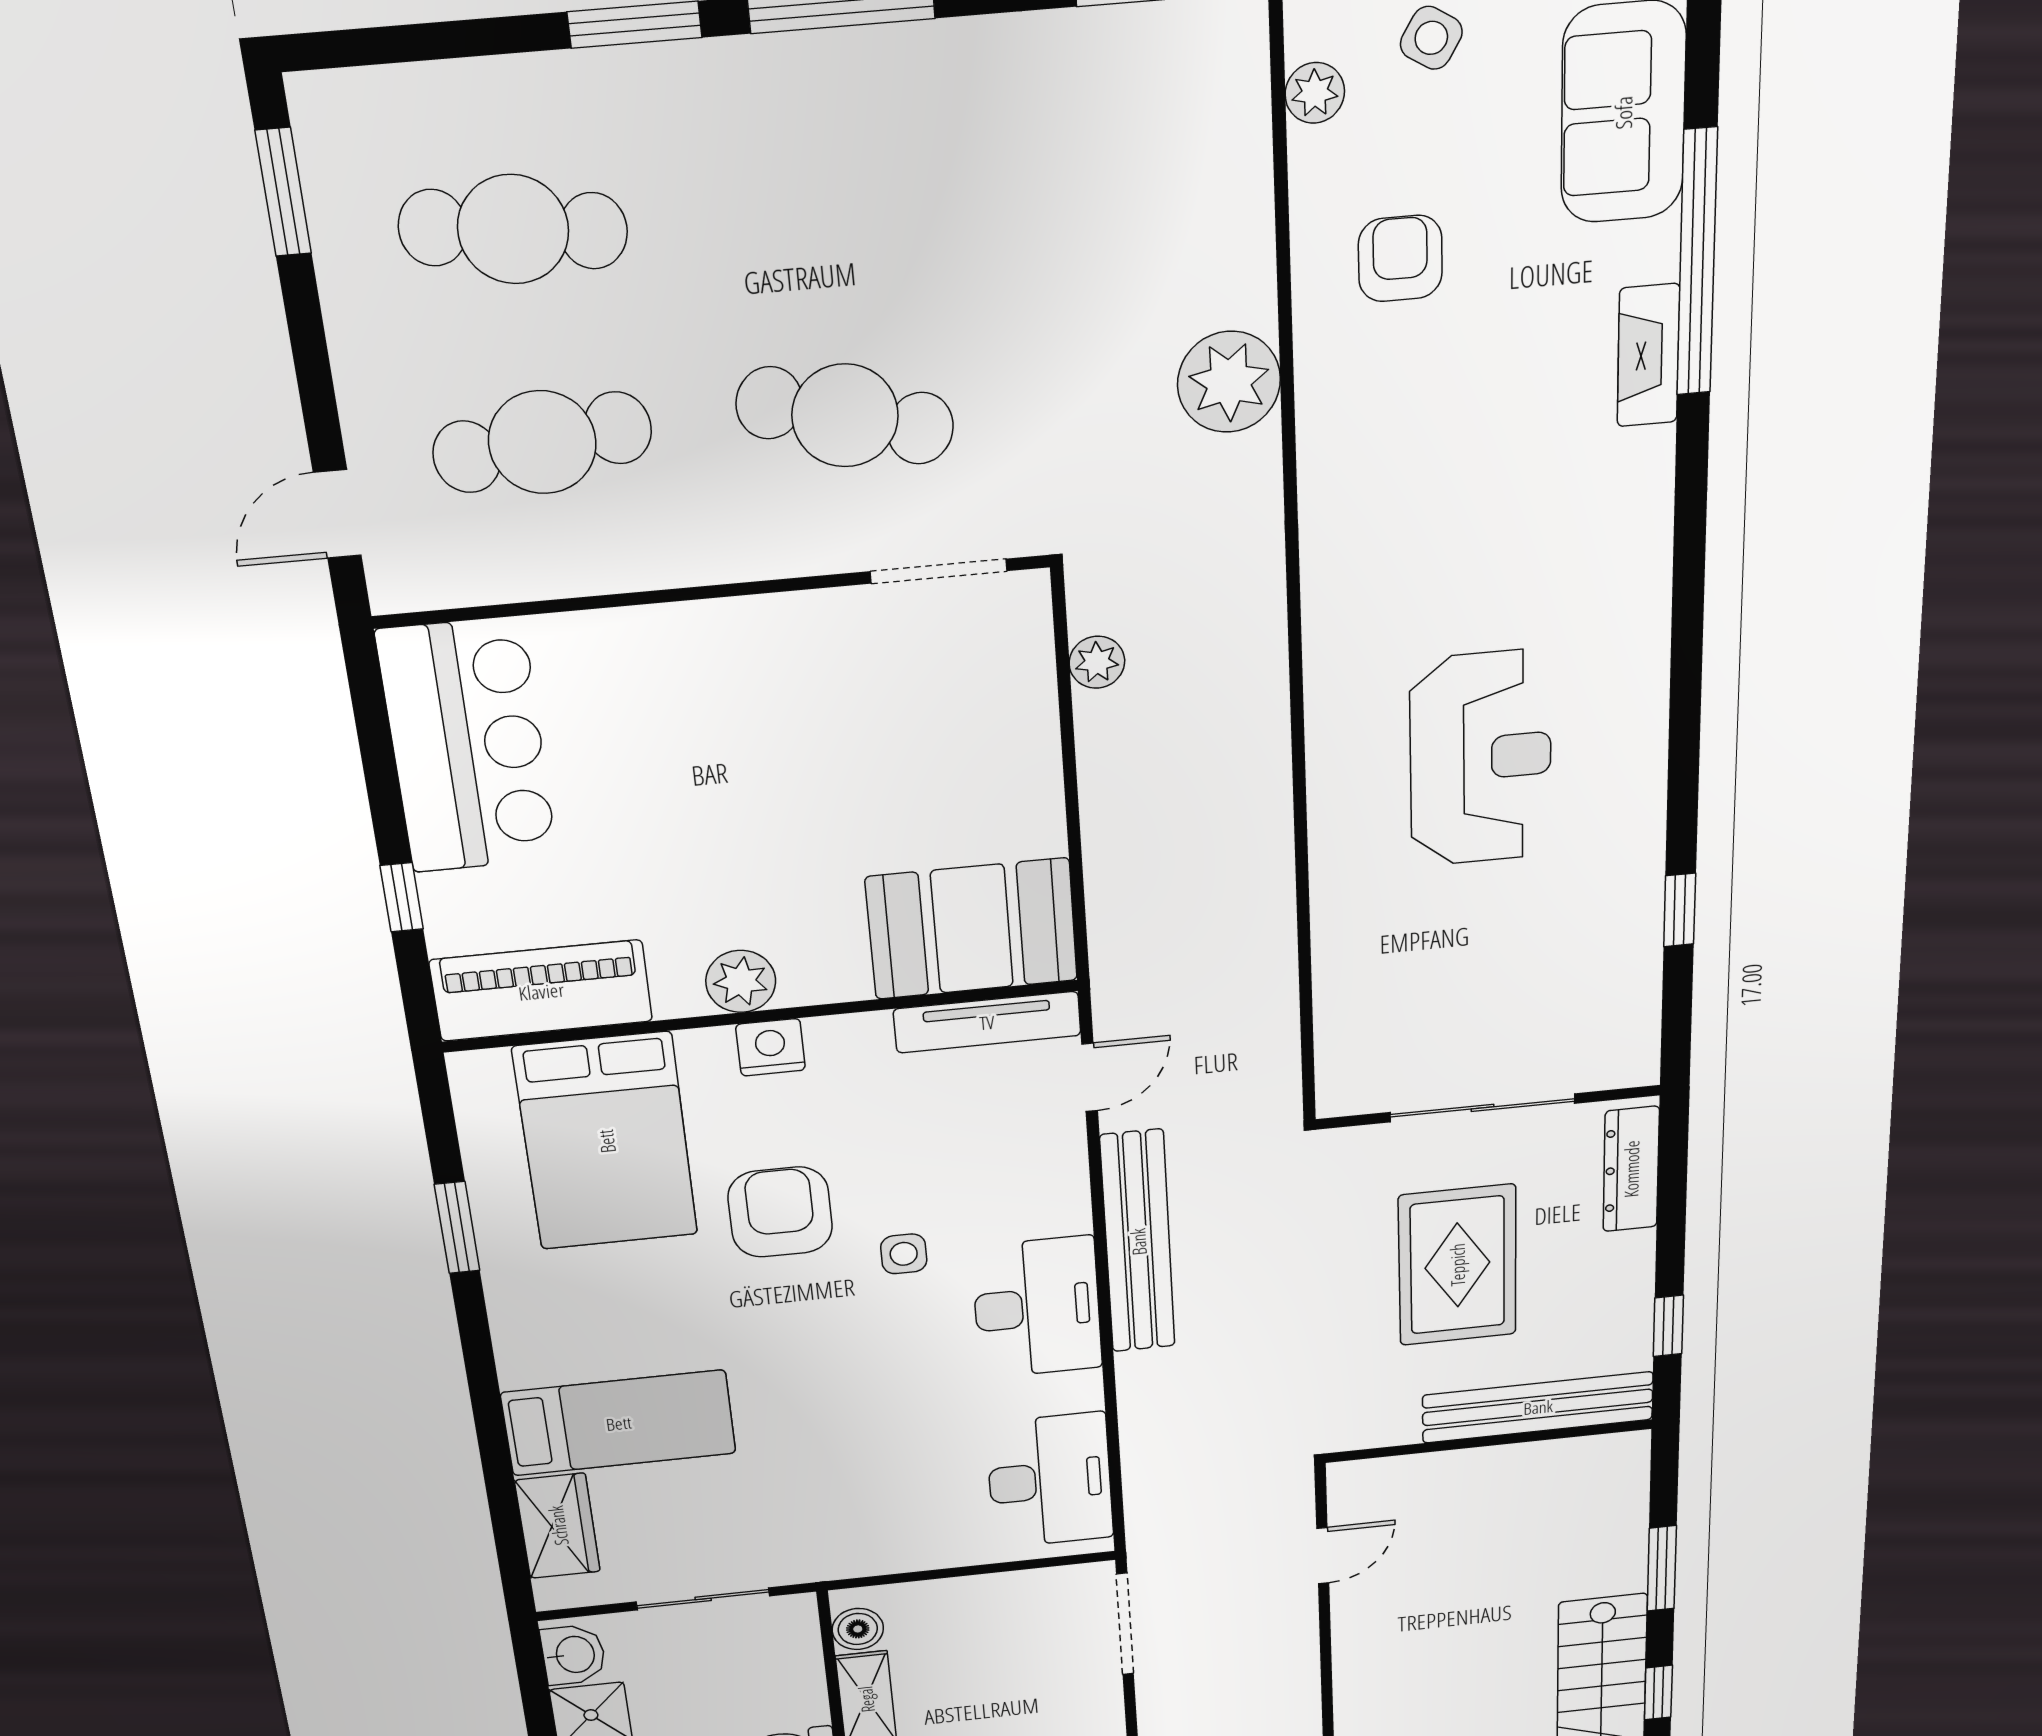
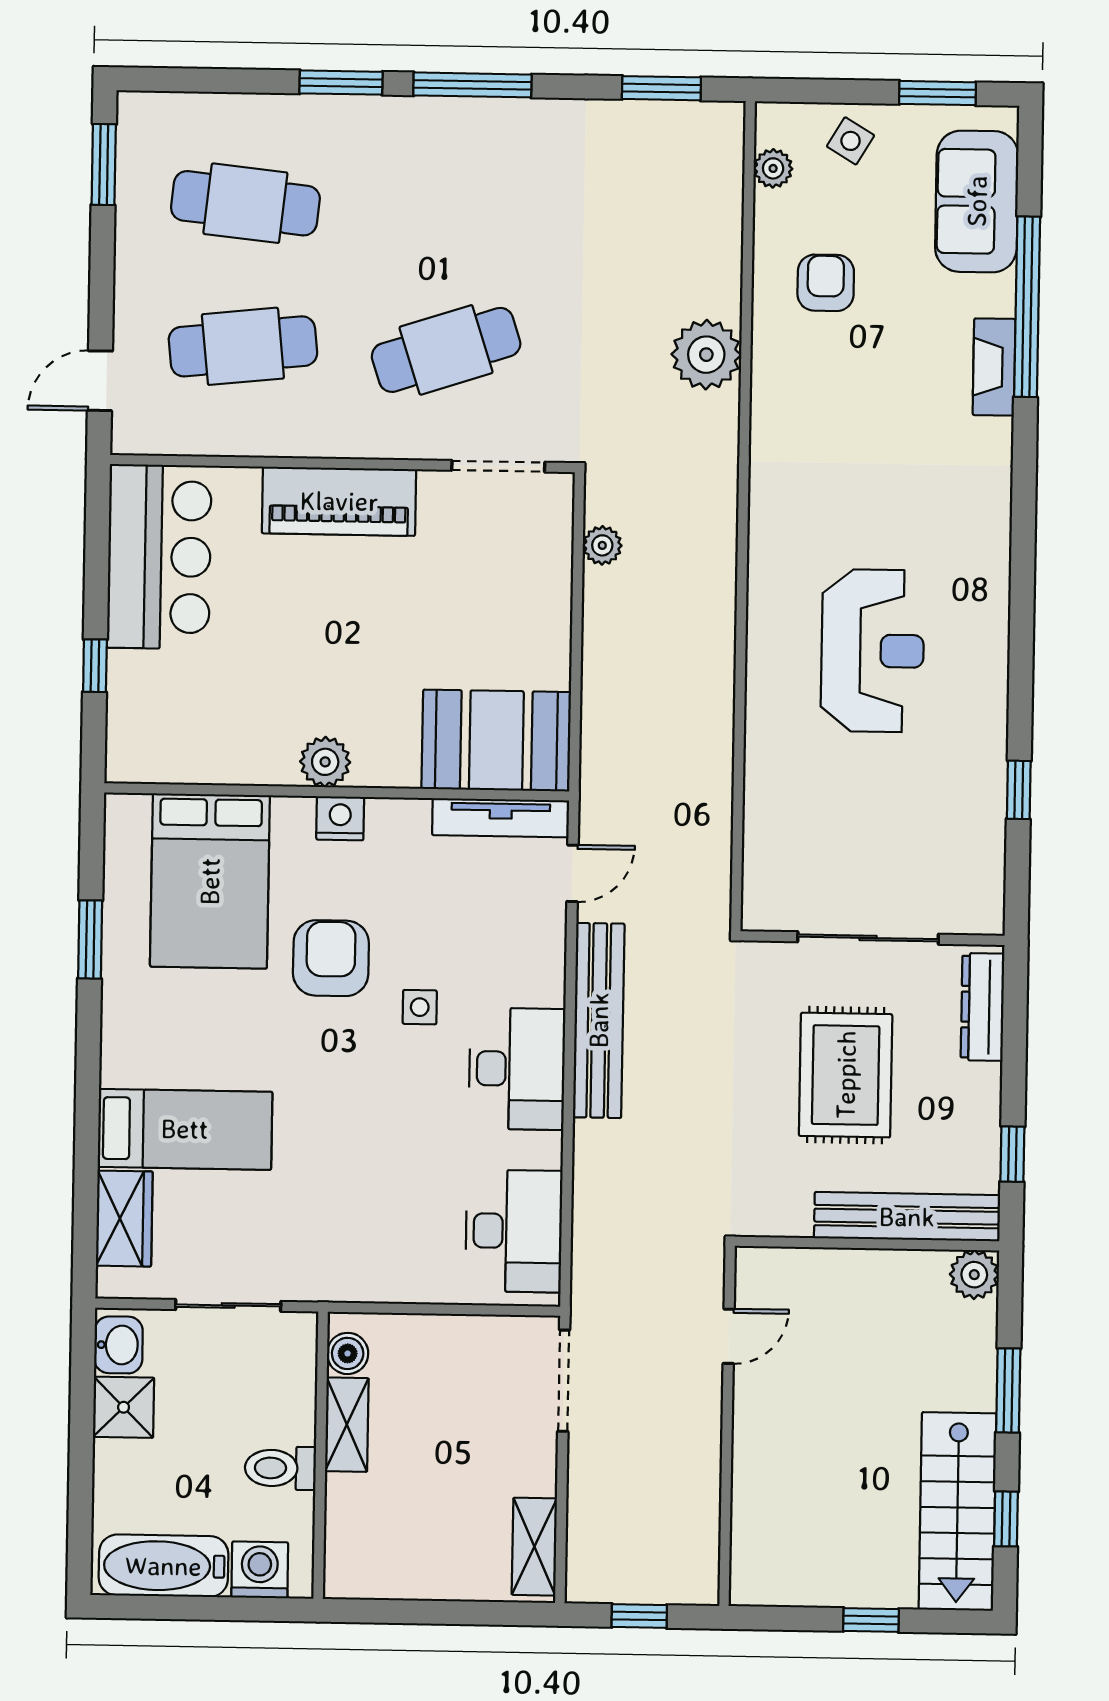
cafe table: (845, 416) -> (446, 350), turned -33
piano: (541, 991) -> (339, 501), moved, turned 180
plant: (1621, 1457) -> (974, 1275), added

